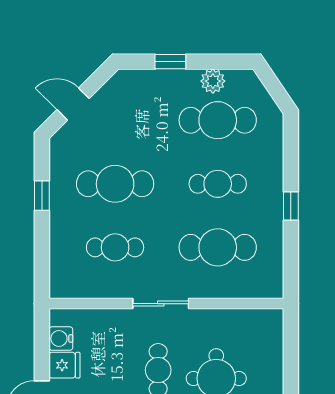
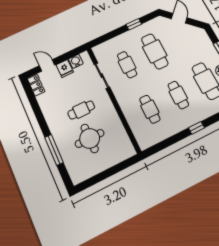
window: (291, 206) -> (196, 128), moved
cafe table: (218, 247) -> (150, 109), width x0.73, depth x0.74
sliding door: (161, 304) -> (102, 76), moved

